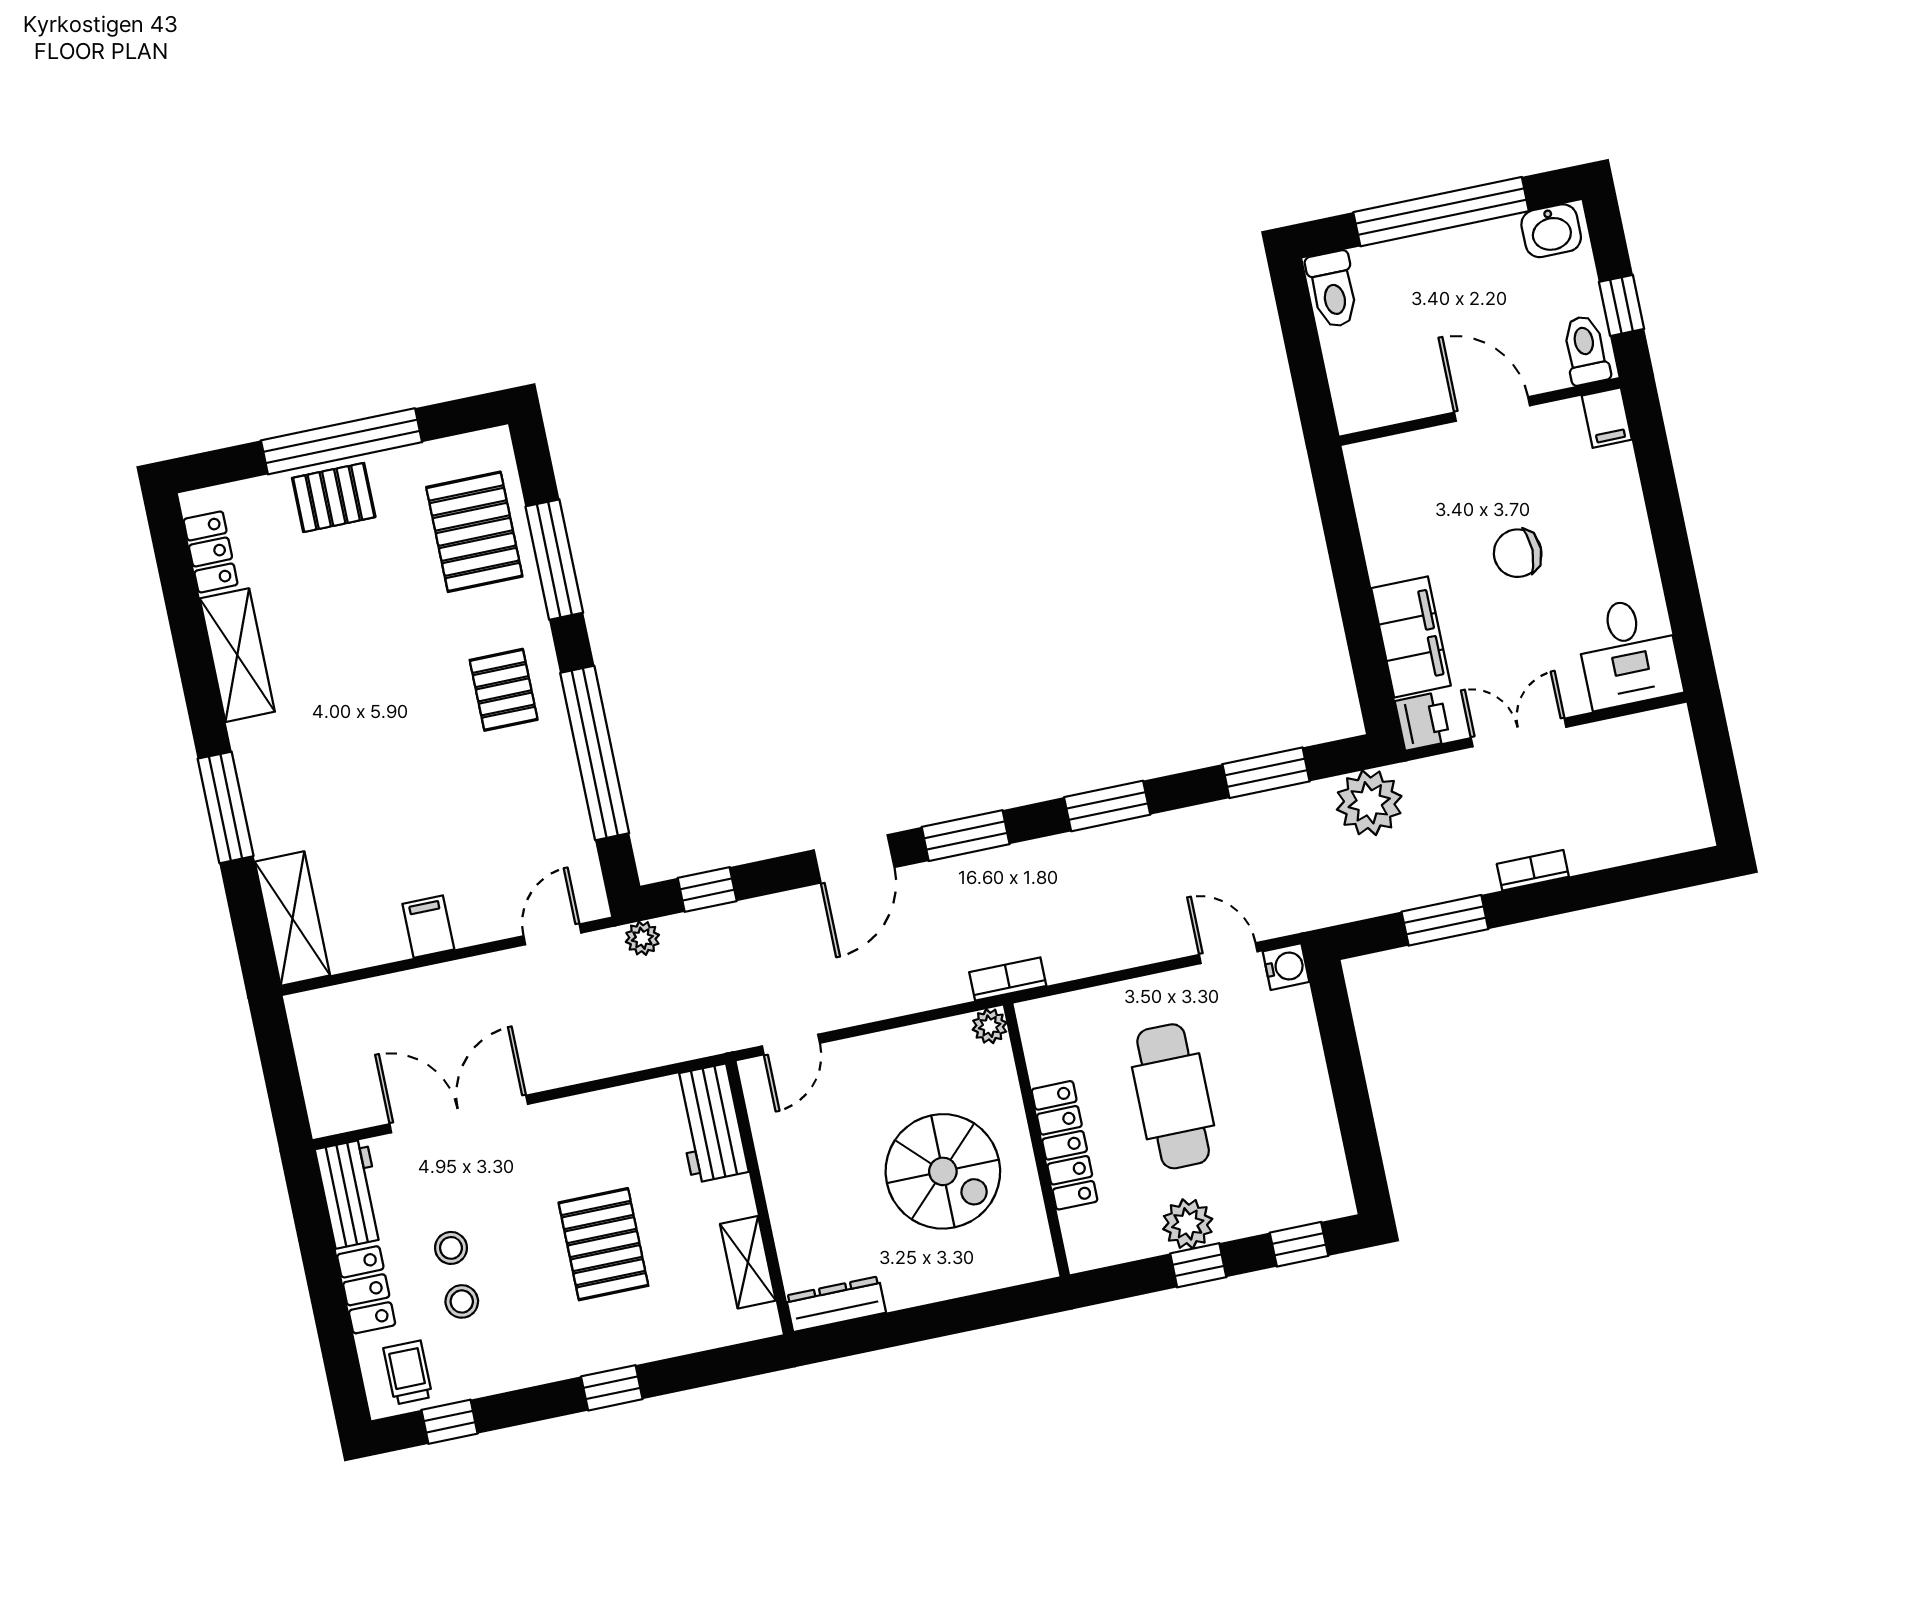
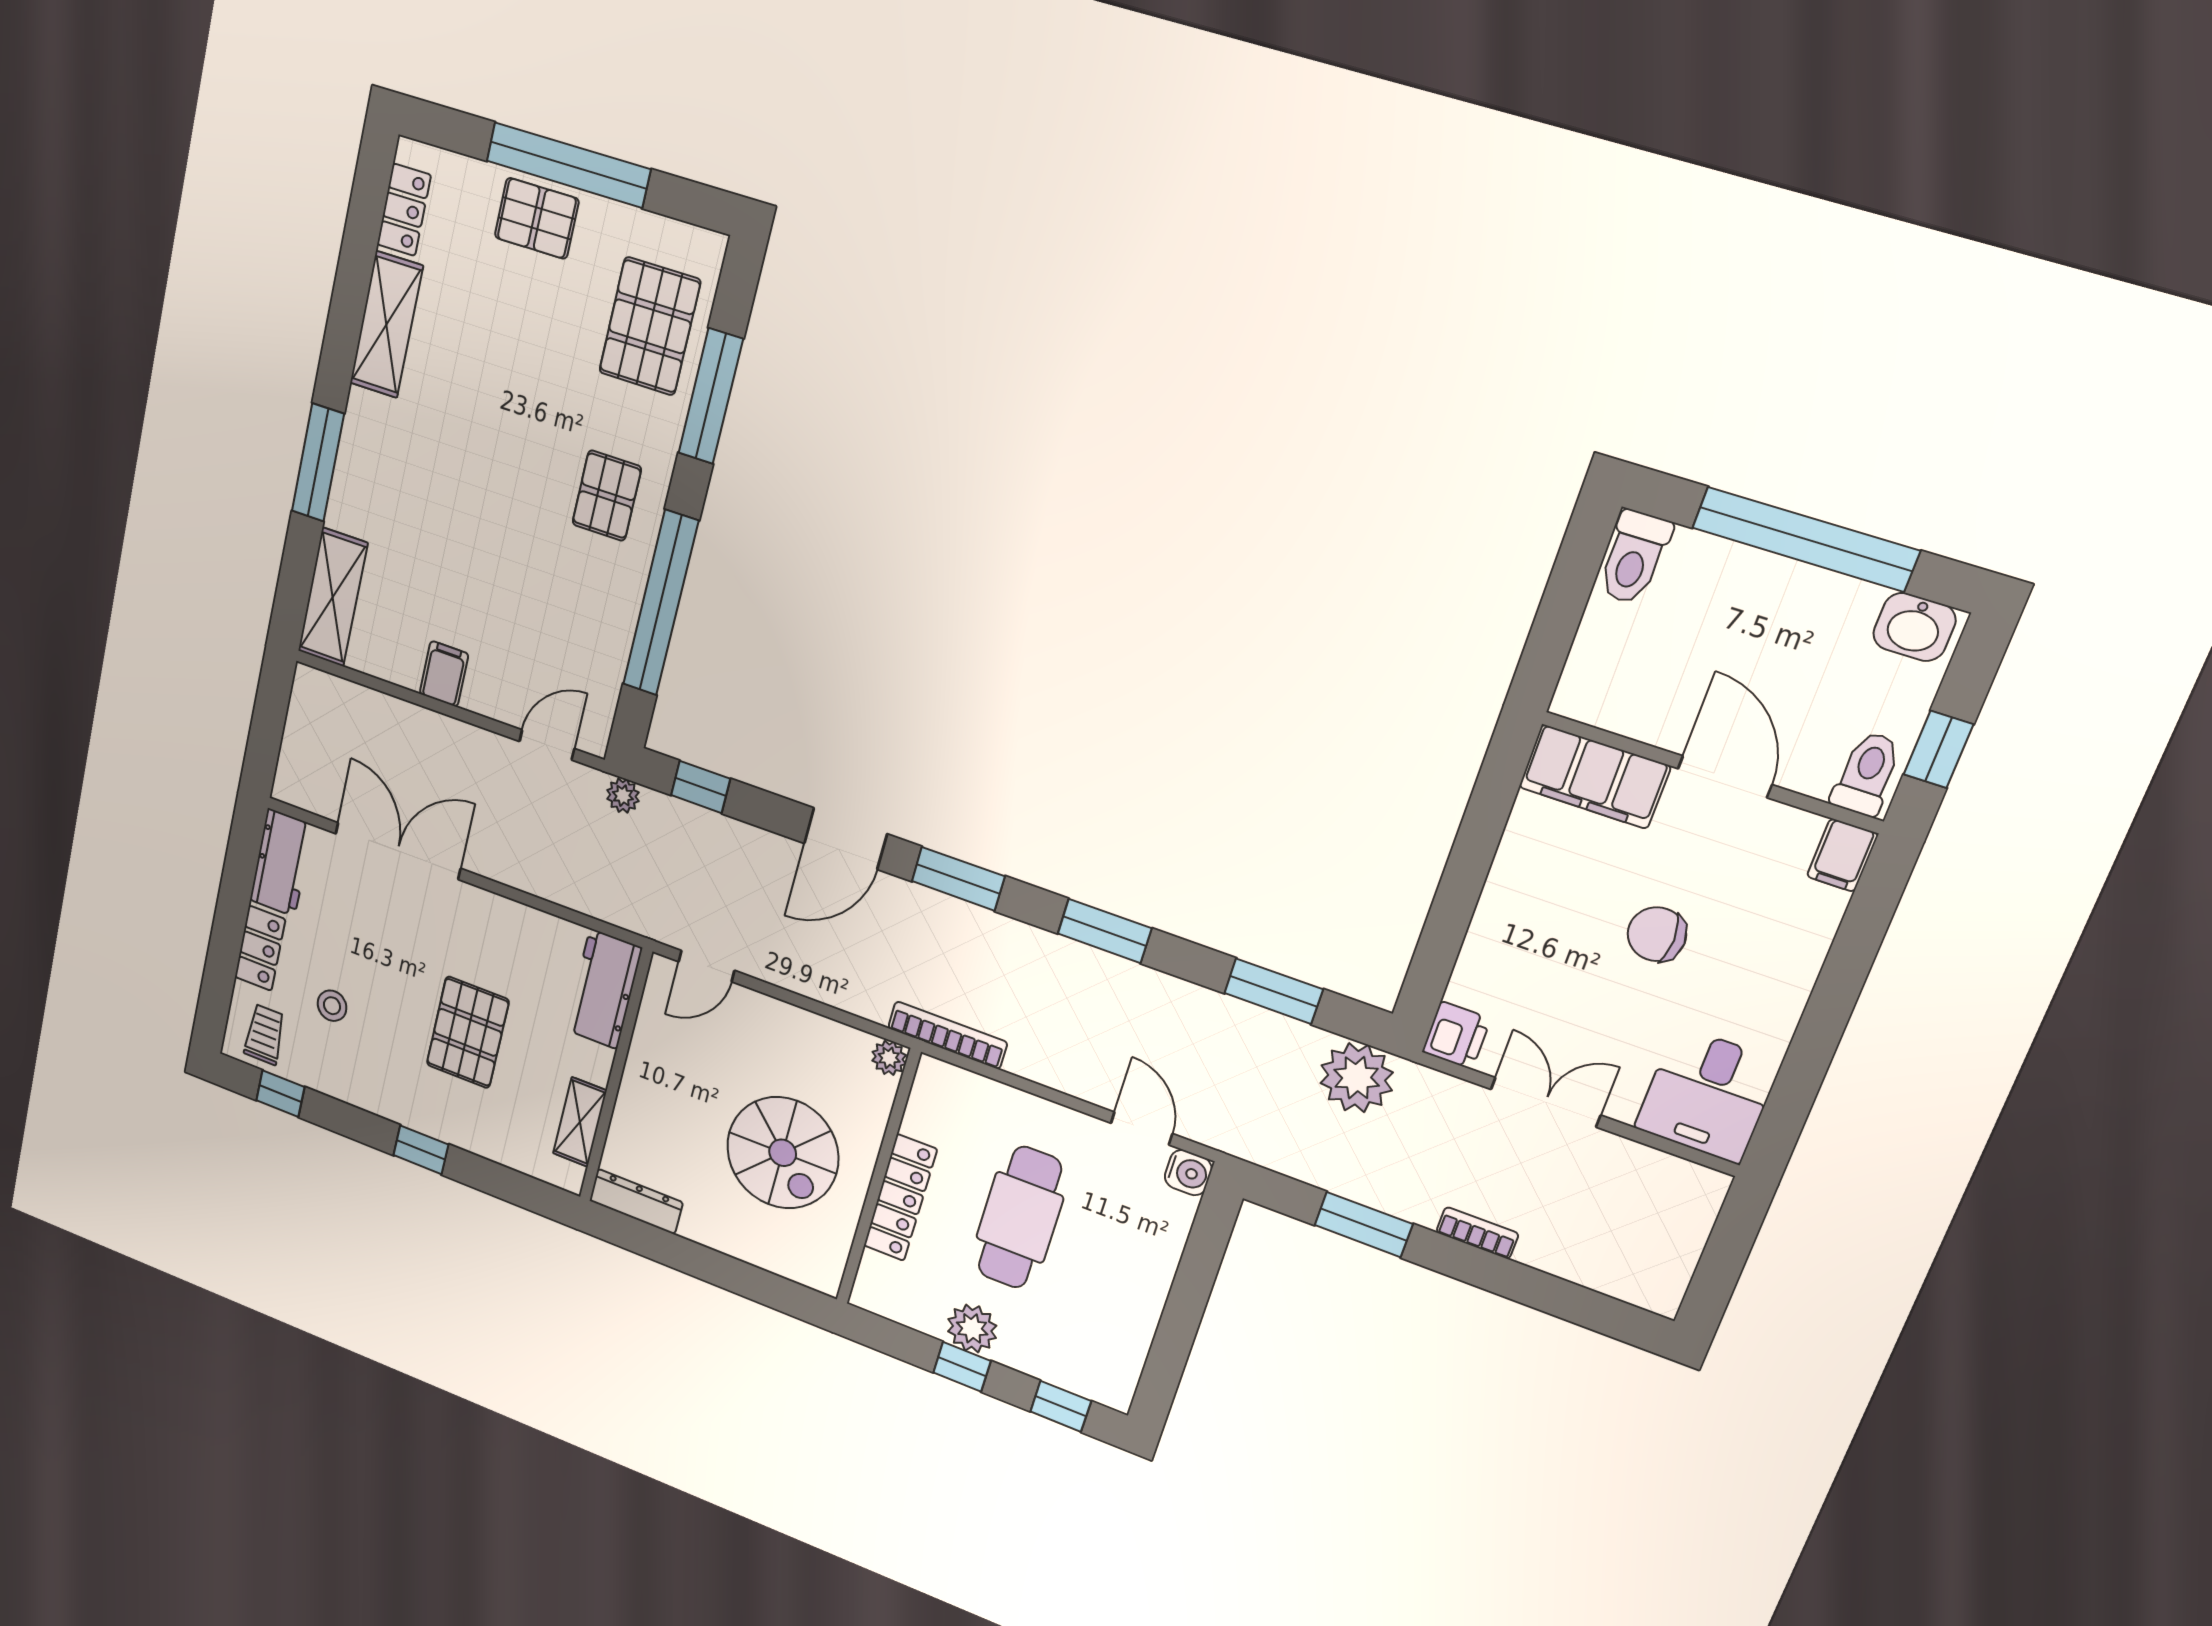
filing cabinet: (1411, 637) -> (1594, 777), moved, turned 90
bookcase: (1008, 979) -> (948, 1035), width x1.56
stool: (451, 1248) -> (342, 957), removed

